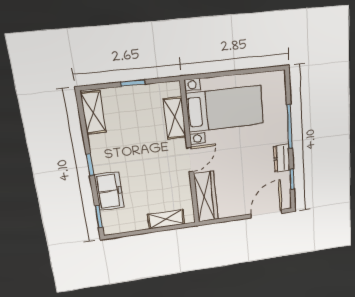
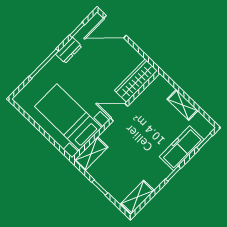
shelving: (175, 118) -> (91, 154), moved
freezer: (109, 191) -> (182, 148), width x1.40
shelving: (166, 219) -> (183, 105), moved

